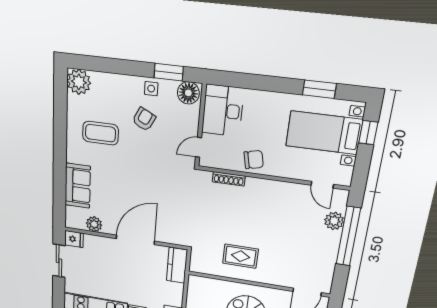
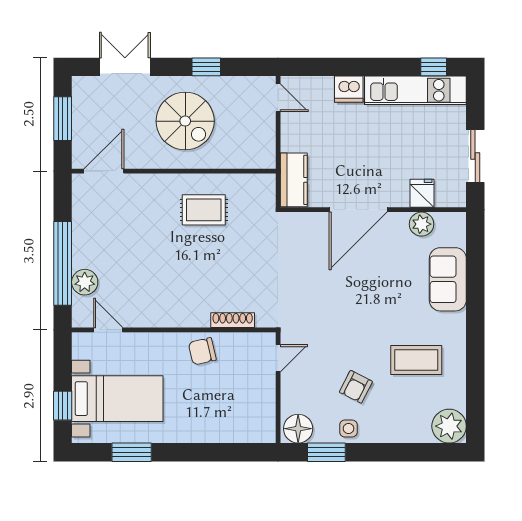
desk: (223, 111) -> (251, 411), removed
fridge: (74, 239) -> (422, 193), moved, turned 90

